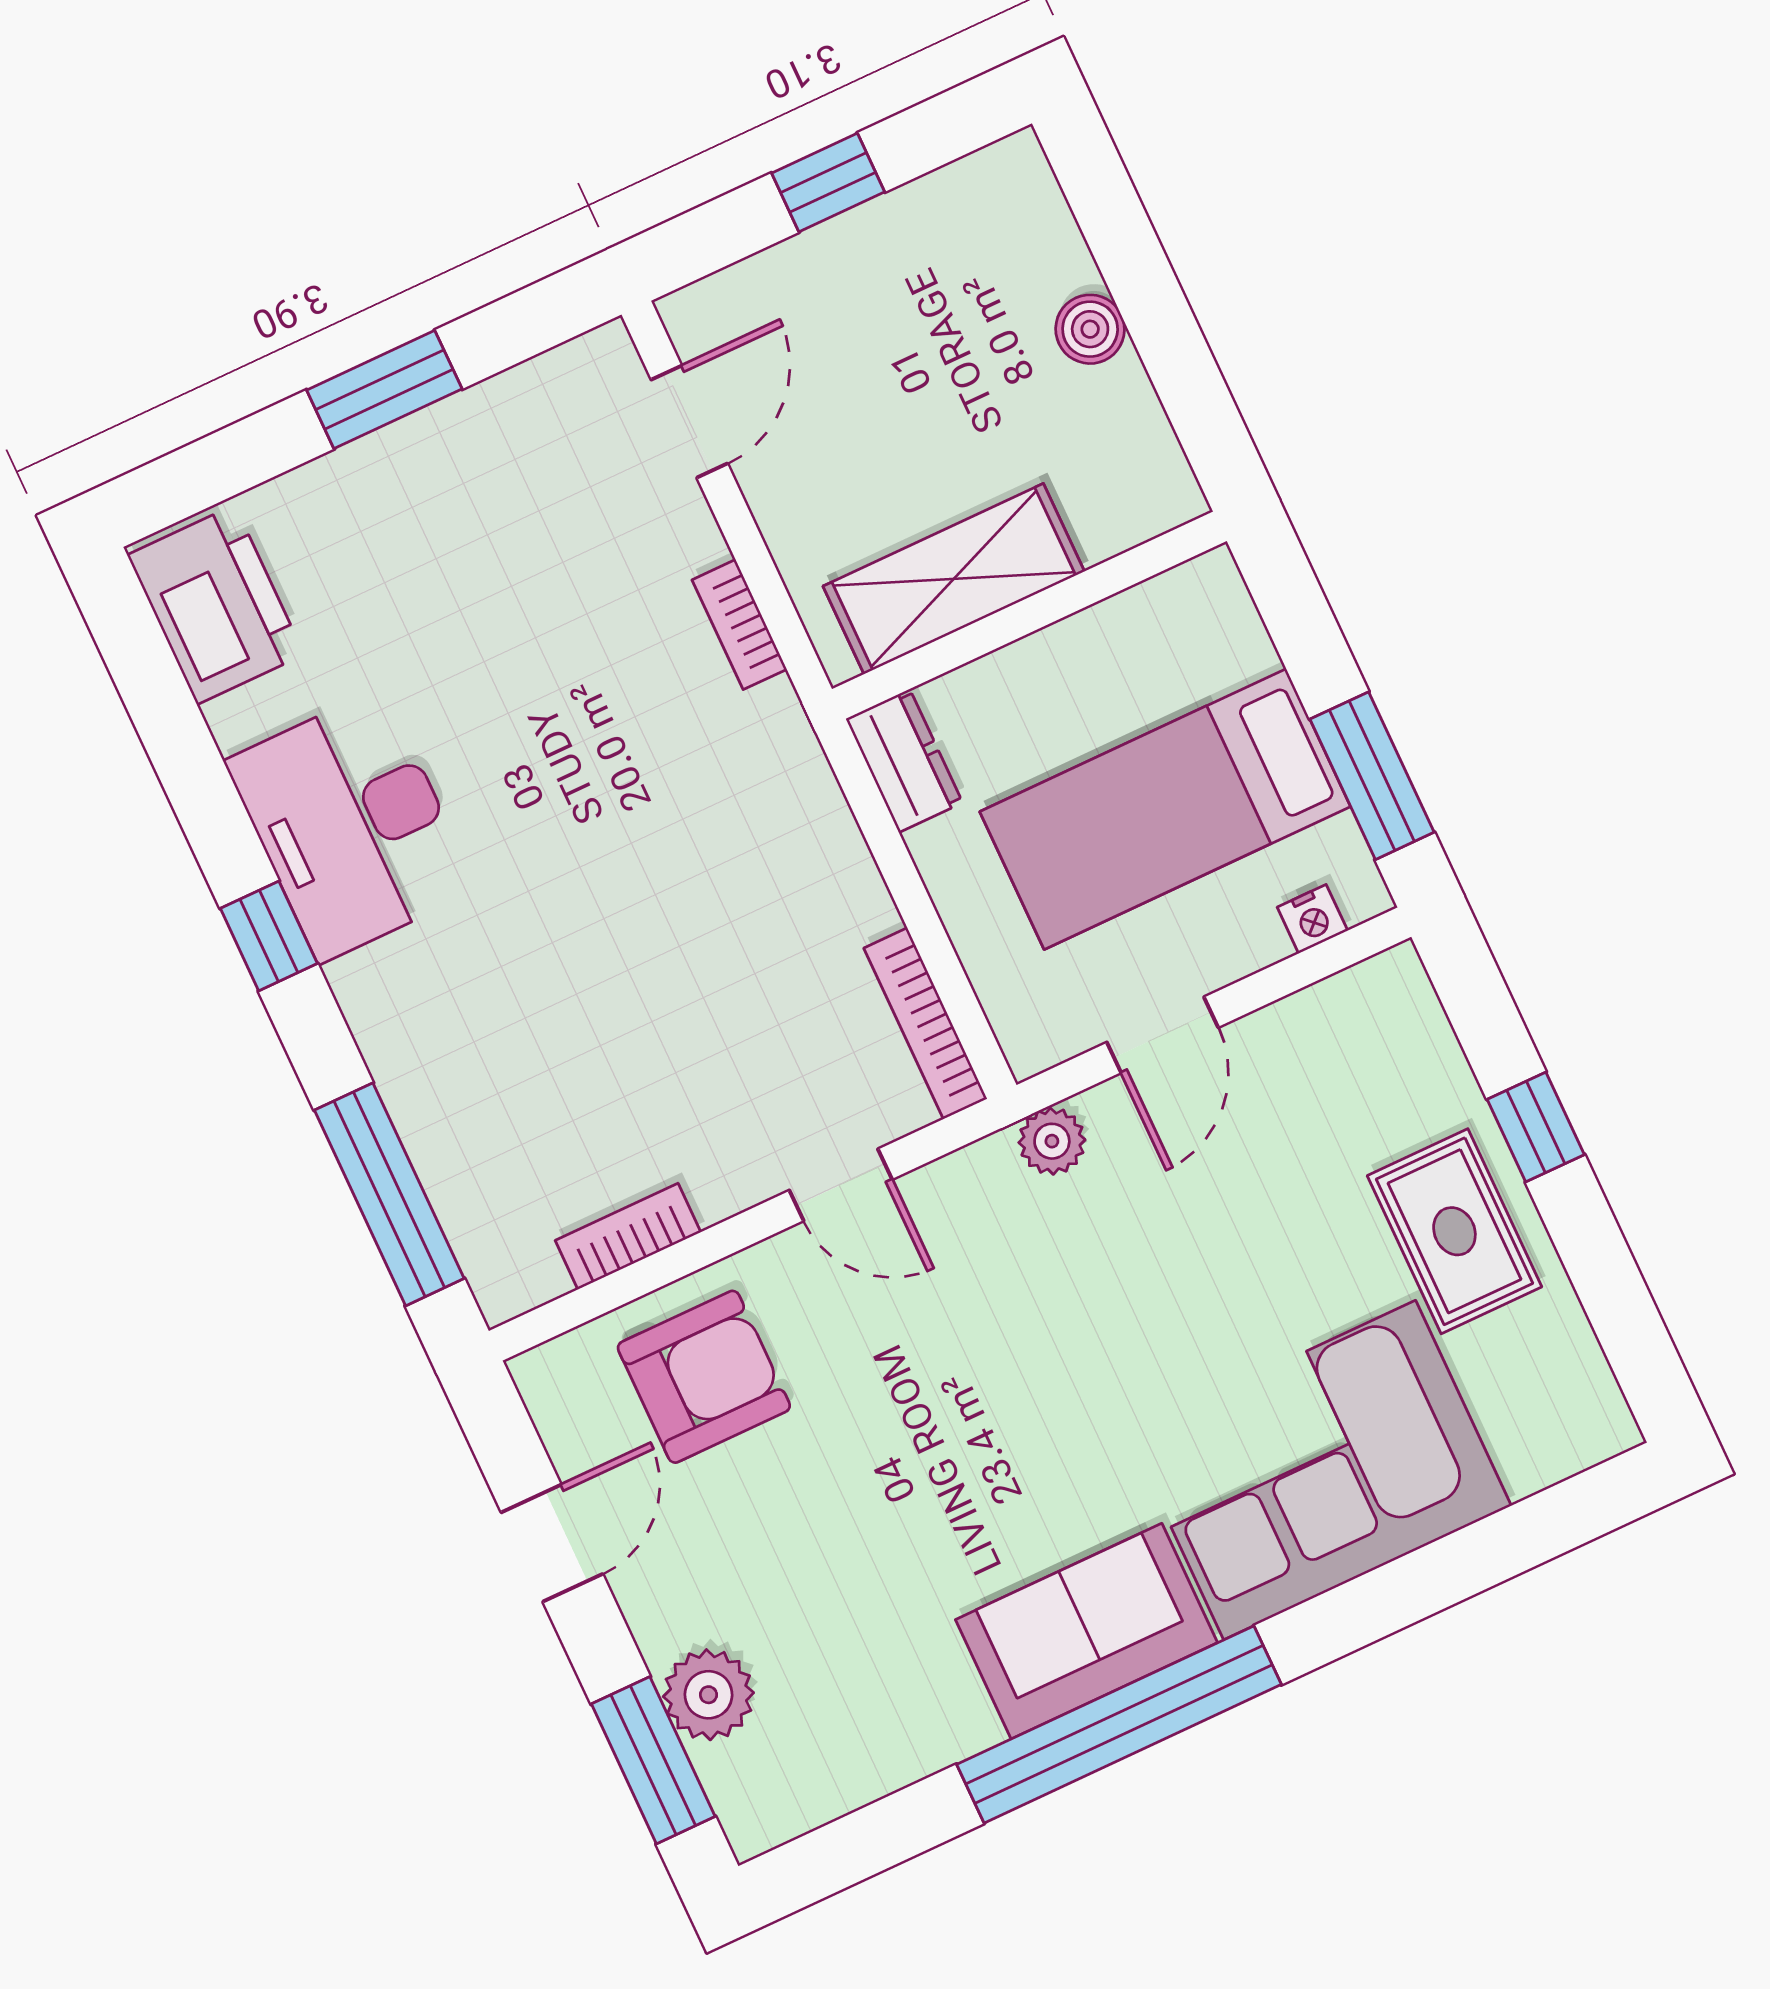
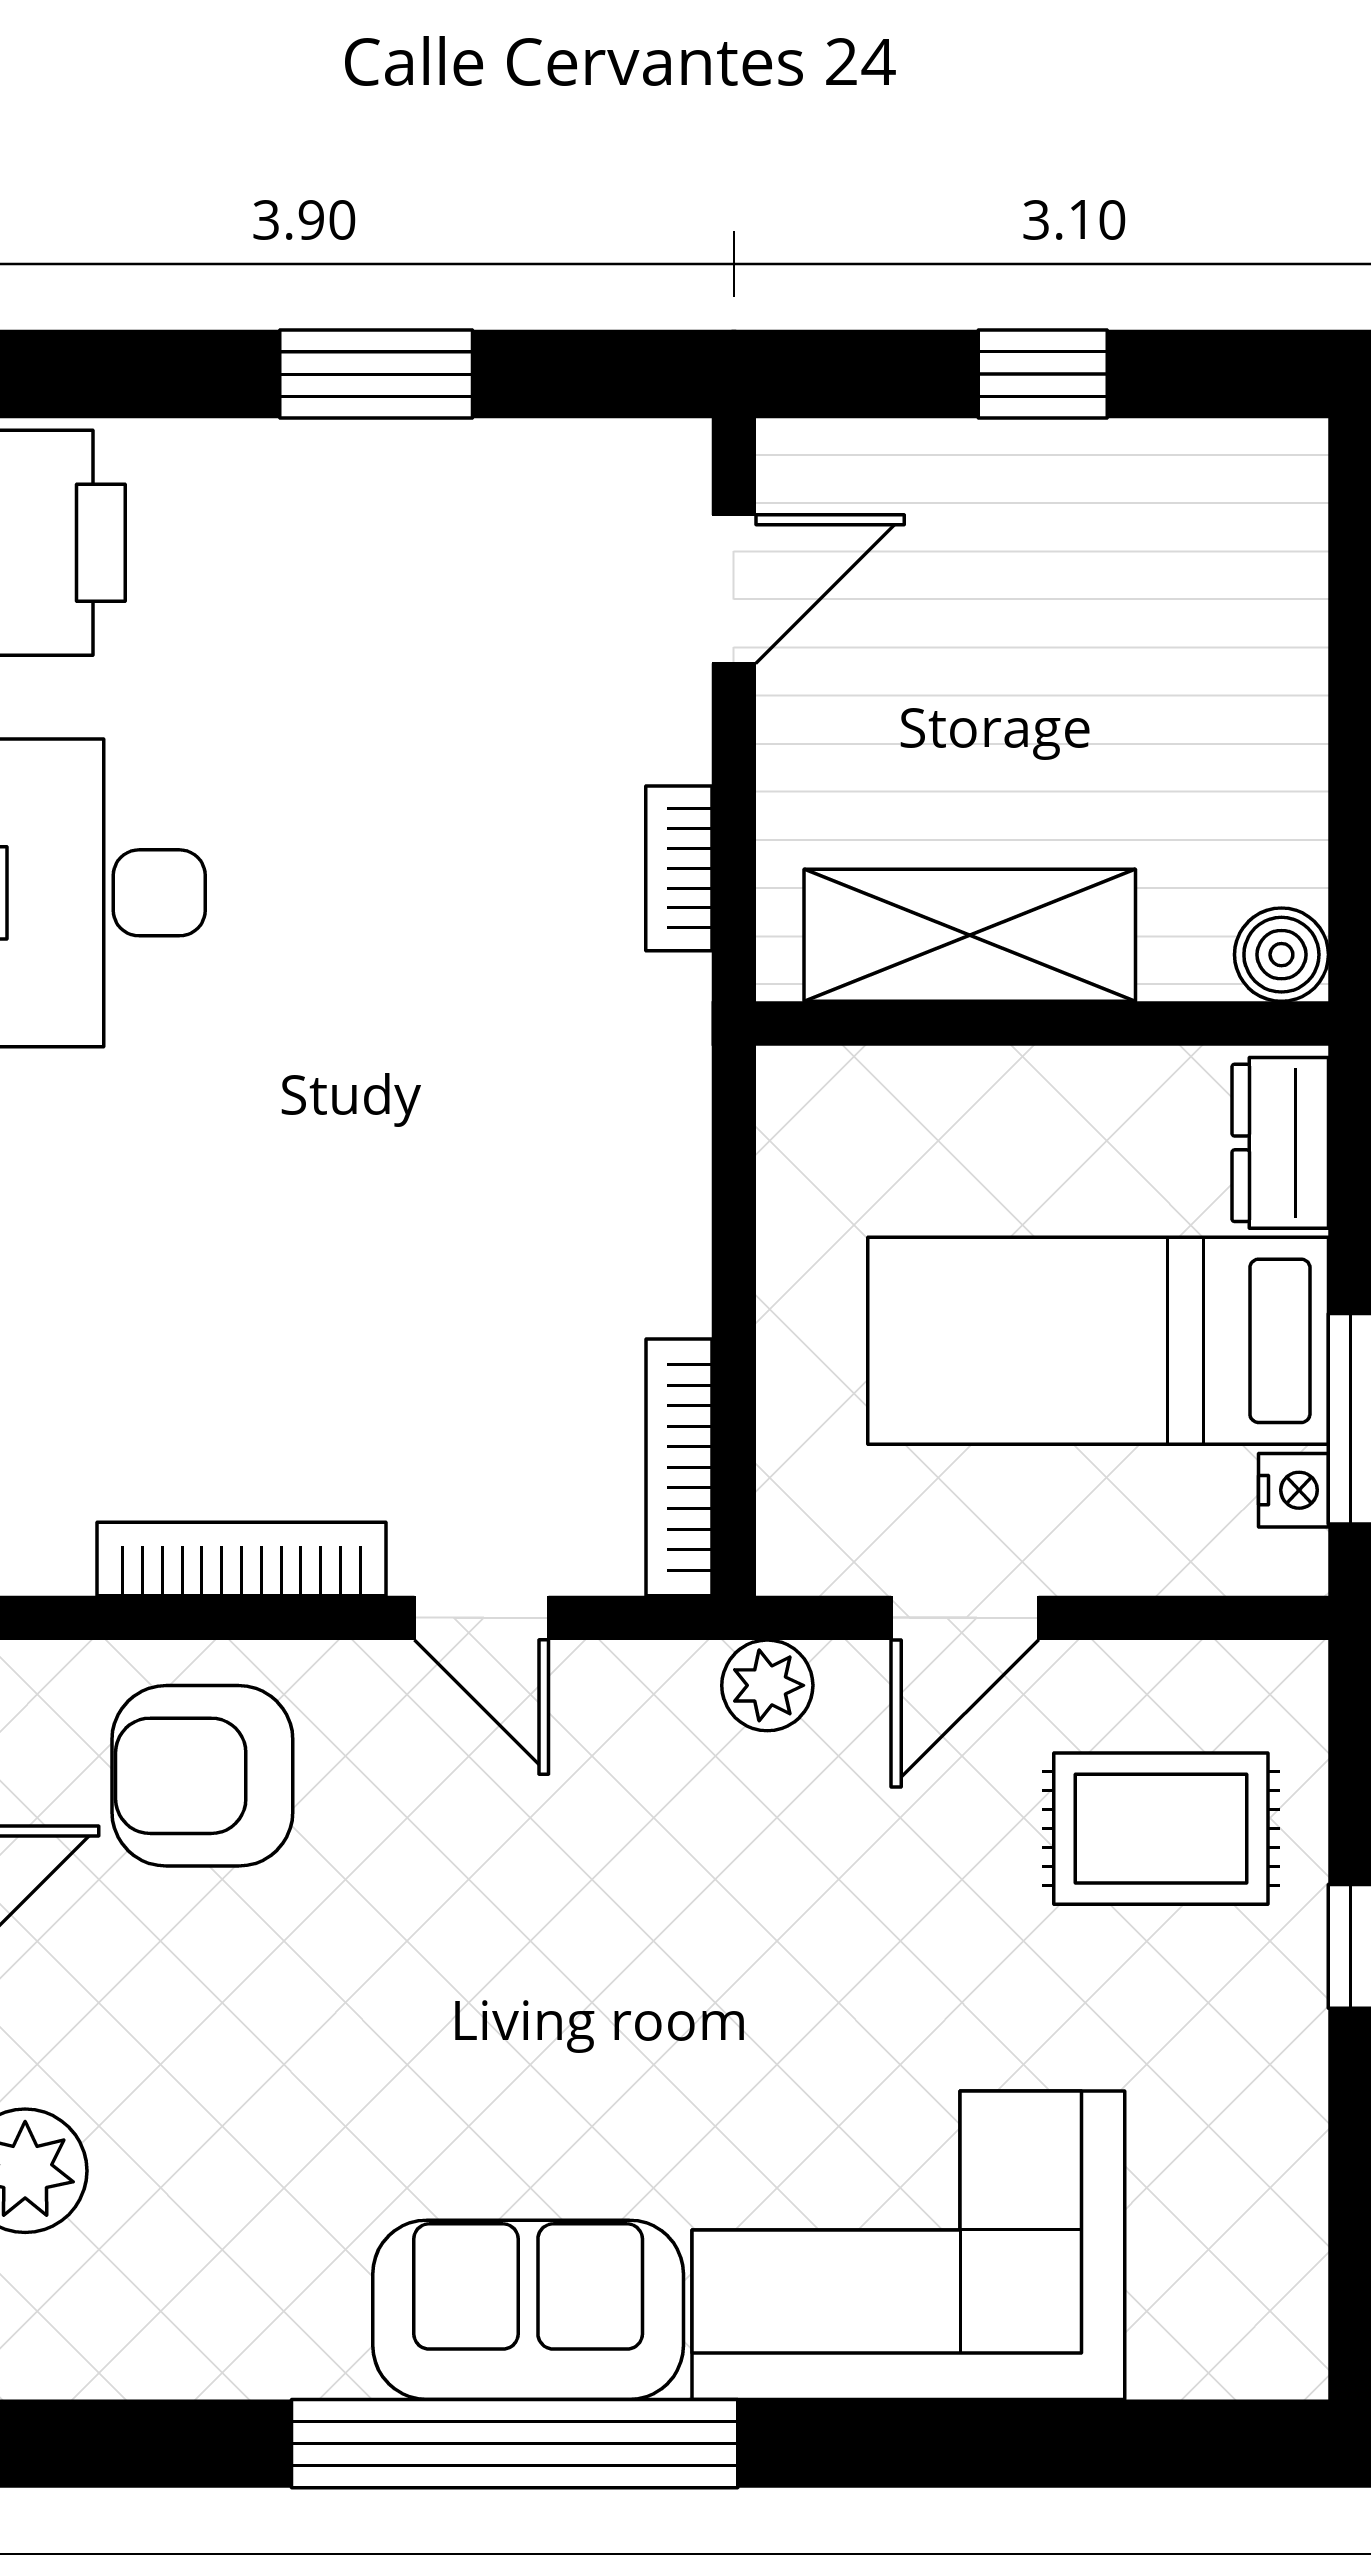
boiler: (1090, 329) -> (1281, 955), moved
dresser: (904, 761) -> (1280, 1143), moved, turned 180
nightstand: (1312, 919) -> (1293, 1490), moved, turned -90
rug: (1454, 1231) -> (1161, 1829), moved, turned 90
bookcase: (628, 1236) -> (242, 1559), width x1.56
armchair: (704, 1377) -> (202, 1776), turned 180

